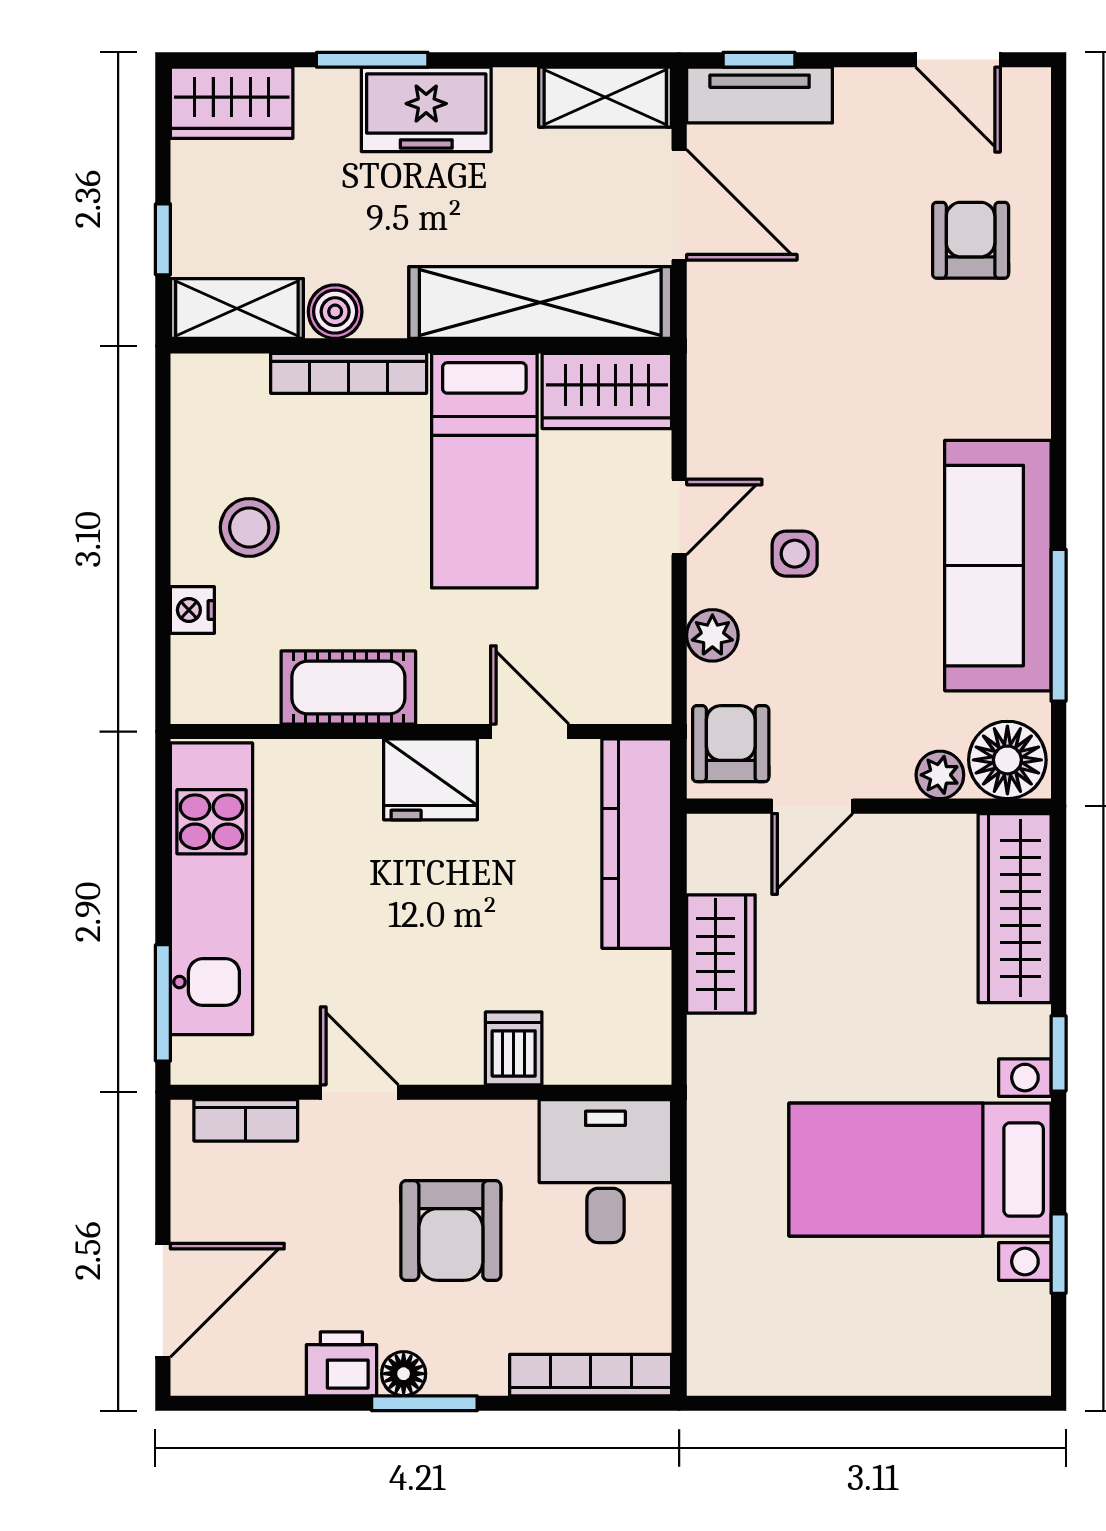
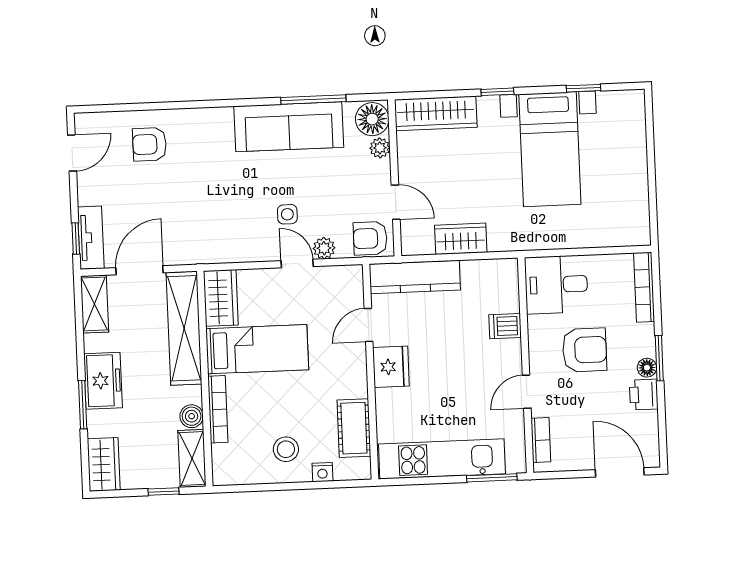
door: (679, 517) -> (297, 264), moved
cot: (348, 687) -> (354, 428), moved

